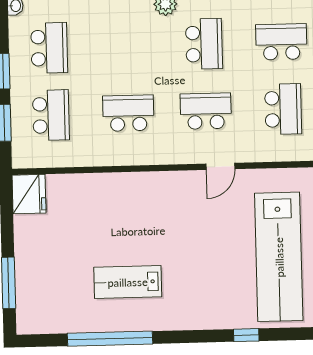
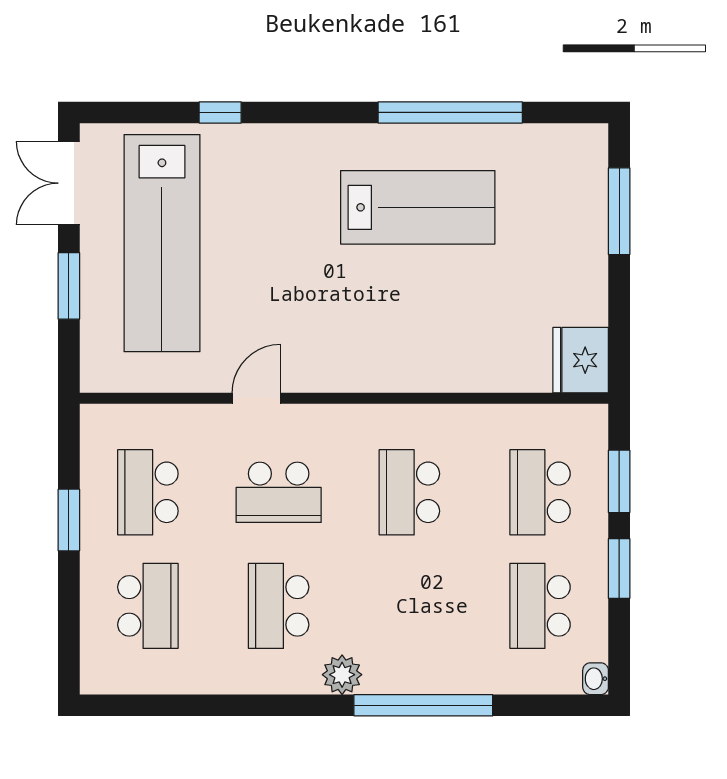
school desk: (281, 42) -> (148, 606), turned -90
school desk: (128, 113) -> (409, 492), turned 90
lab bench: (279, 257) -> (162, 243), turned 180
lab bench: (128, 282) -> (418, 207), width x1.36, depth x1.39

